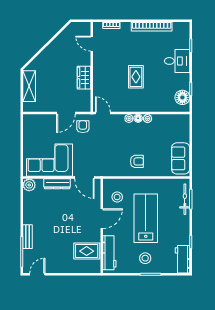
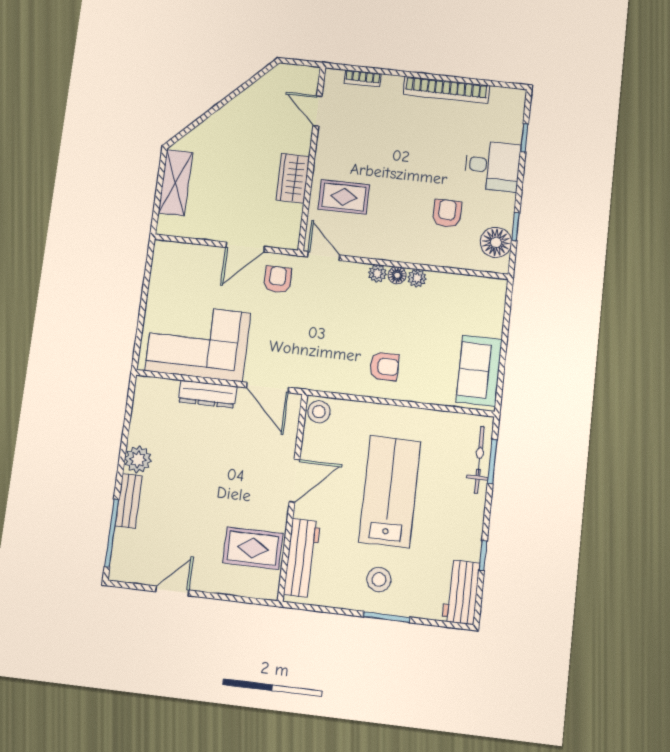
rug: (136, 77) -> (344, 197), moved, turned 90
armchair: (158, 86) -> (447, 214), added
plant: (29, 185) -> (138, 459), moved
stool: (117, 197) -> (319, 412), moved
door: (37, 274) -> (172, 591), moved

